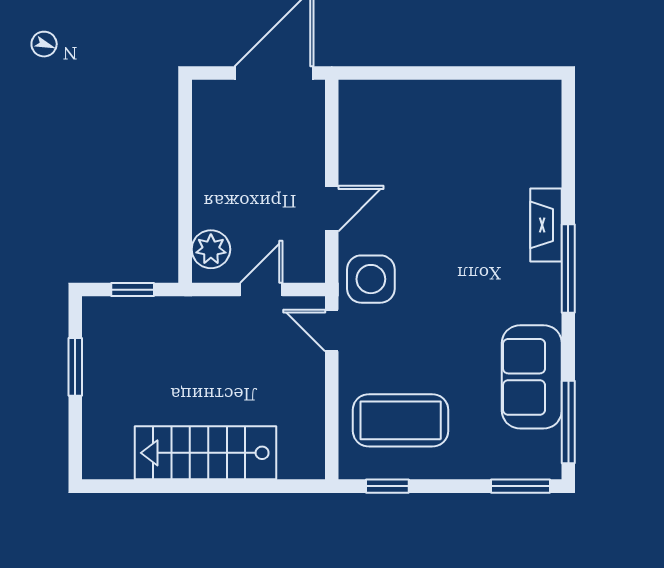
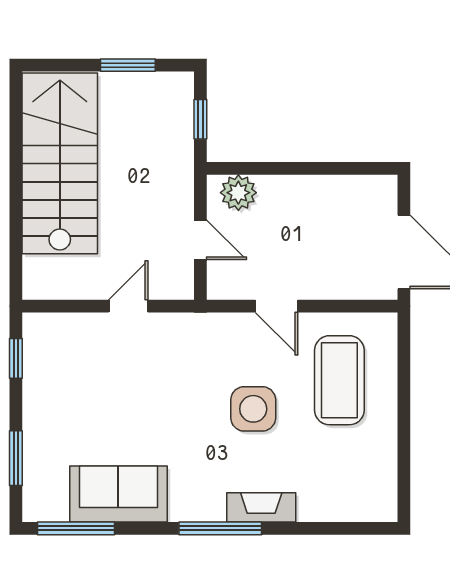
side table: (371, 279) -> (253, 409), moved
door: (332, 331) -> (128, 306), moved
coffee table: (401, 420) -> (339, 380), moved
stairs: (206, 453) -> (60, 163), width x1.36, depth x1.51
window: (521, 486) -> (16, 458), moved

